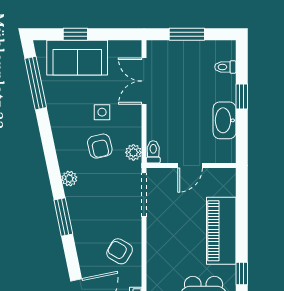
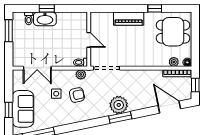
window: (187, 34) -> (9, 31), moved
washbasin: (225, 120) -> (45, 19), moved
plant: (69, 179) -> (119, 105), moved, width x1.88, depth x1.88
piano: (221, 231) -> (129, 19), width x0.73, depth x0.75
armchair: (120, 251) -> (141, 83), removed

